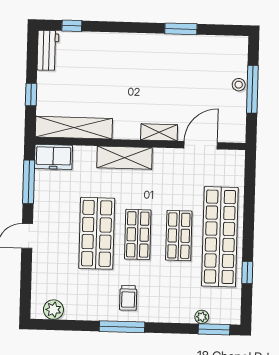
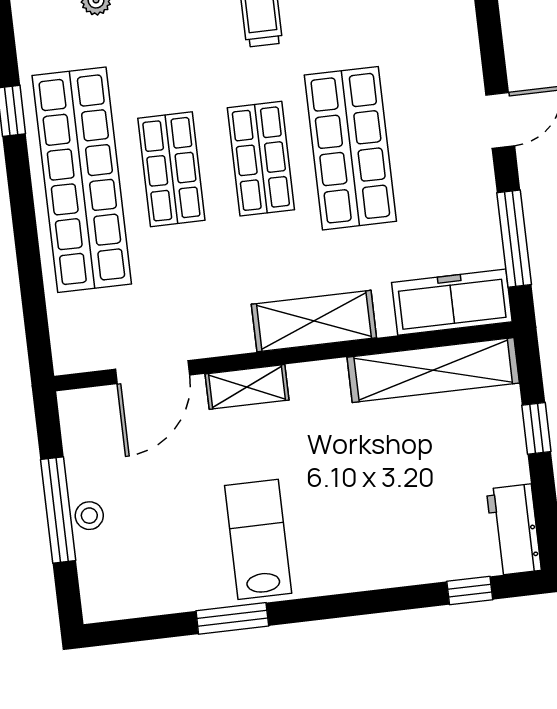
lab bench: (164, 63) -> (258, 539), added
freezer: (53, 157) -> (452, 302), width x1.40

